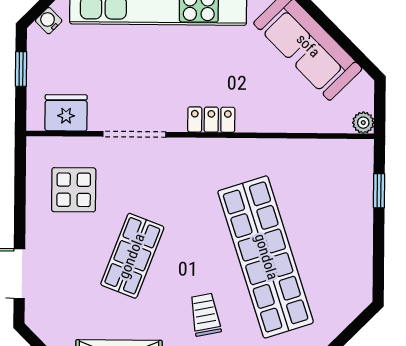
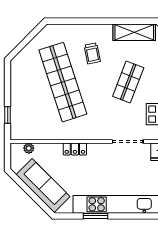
locker: (211, 120) -> (75, 149), moved
plant: (363, 123) -> (29, 148), moved

